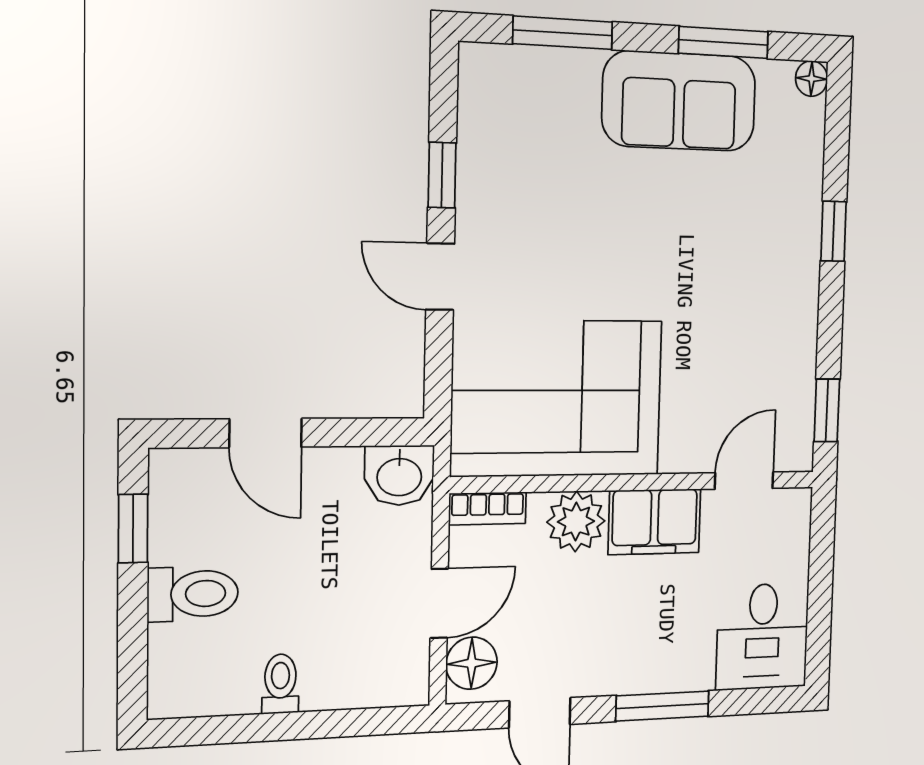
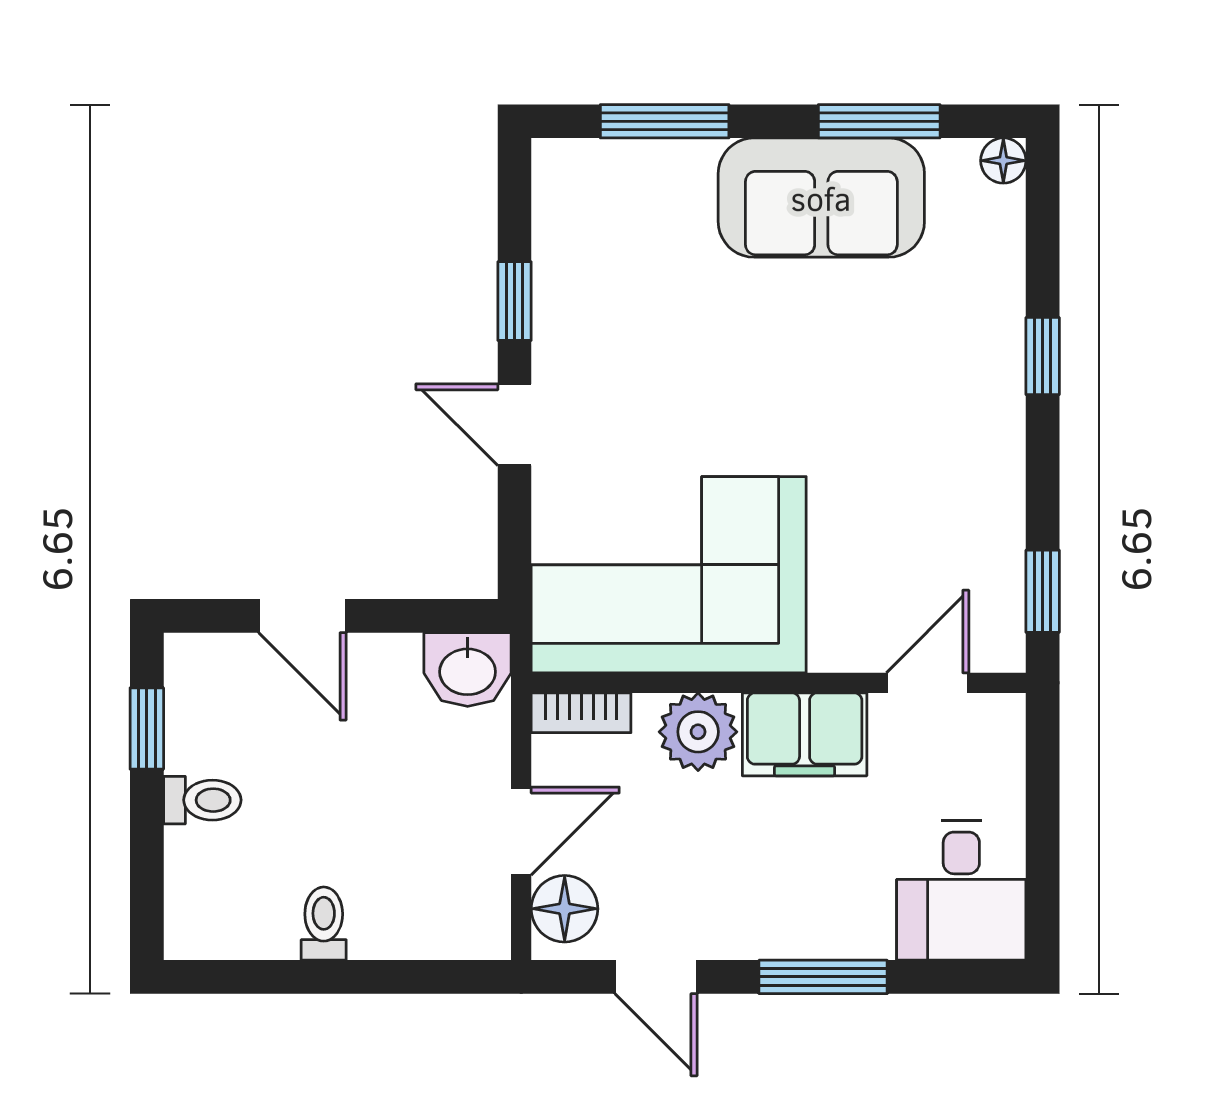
toilet: (193, 594) -> (202, 800), width x0.73, depth x0.72

